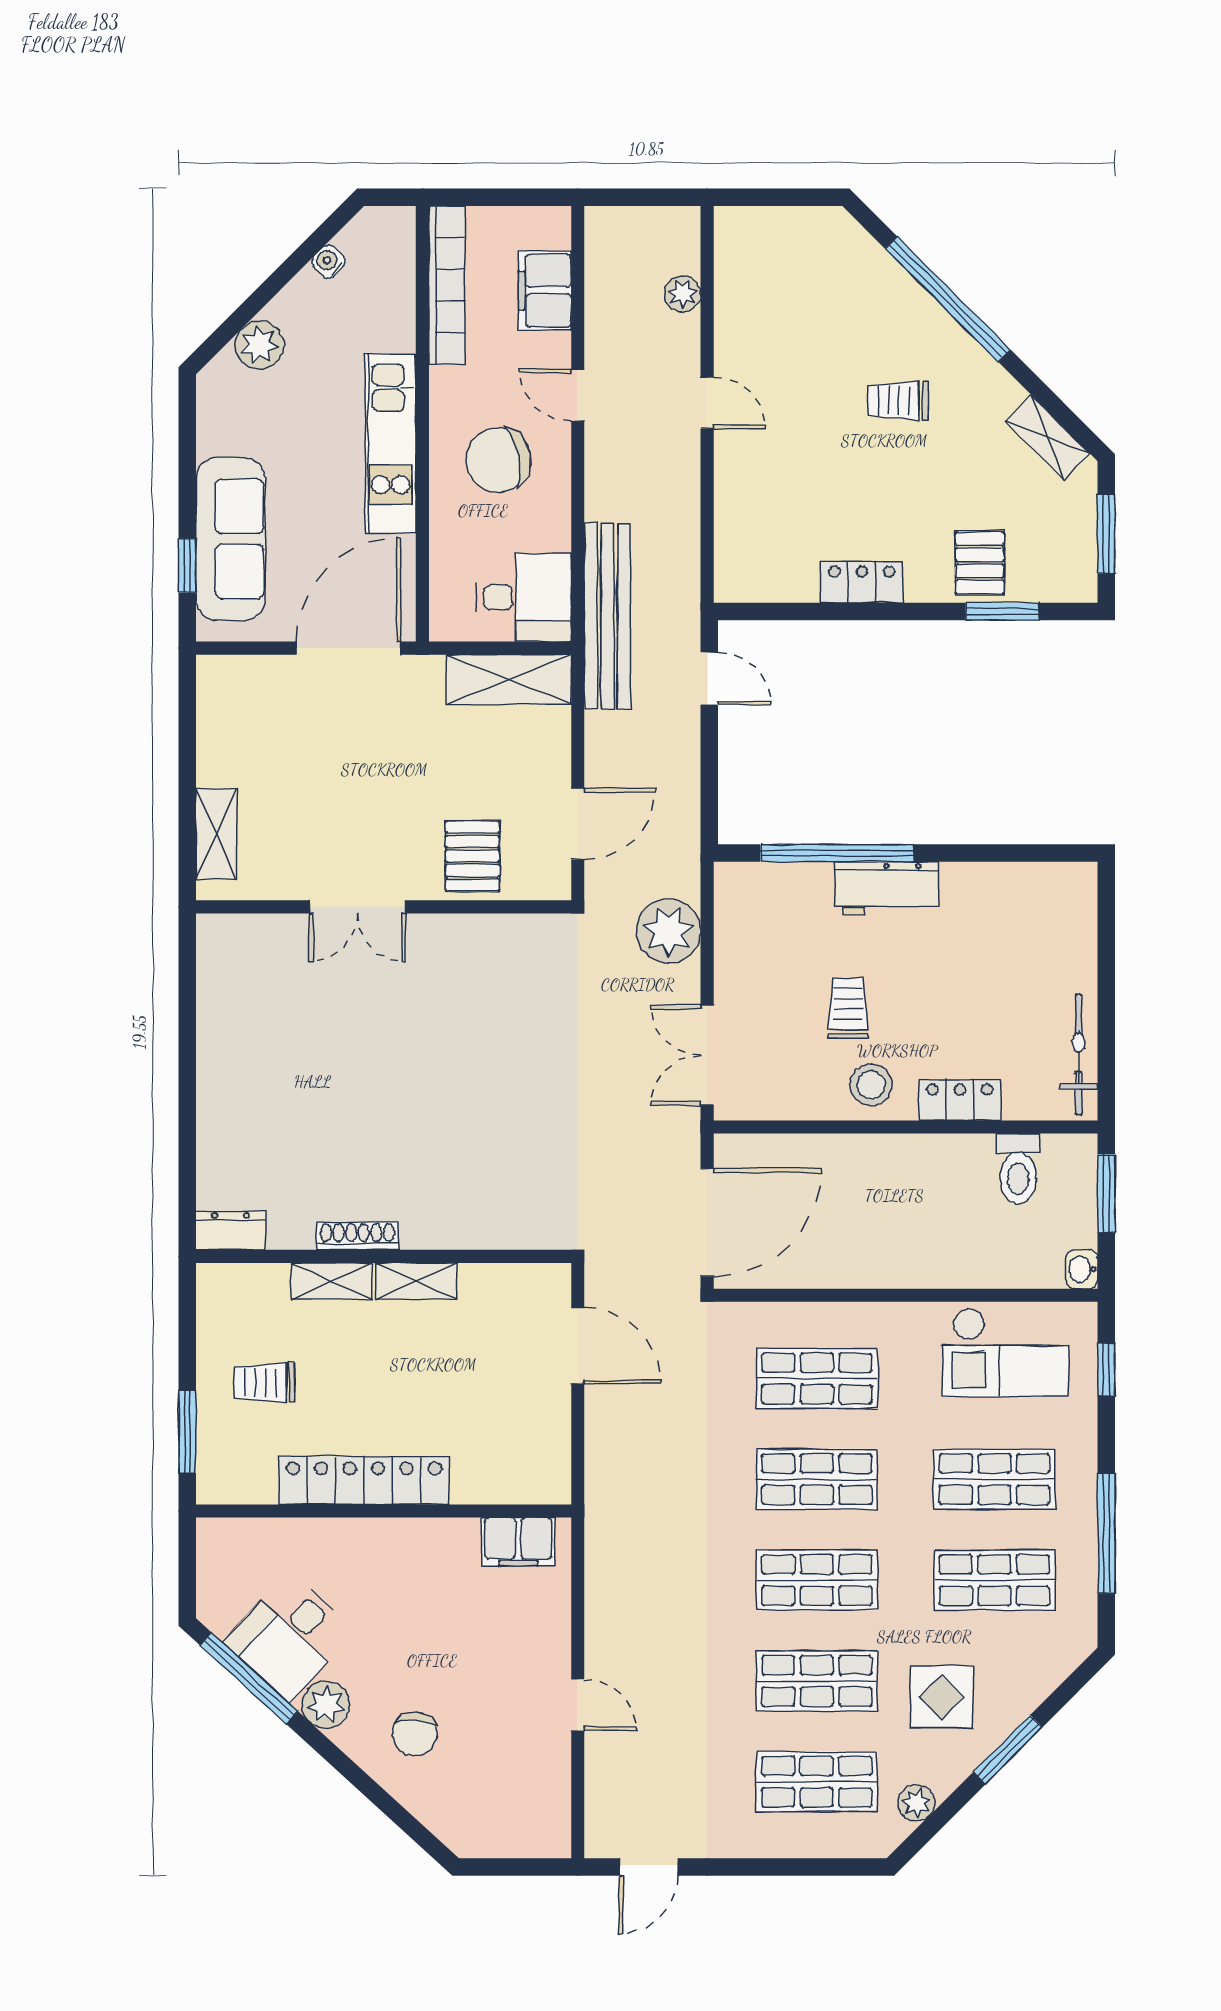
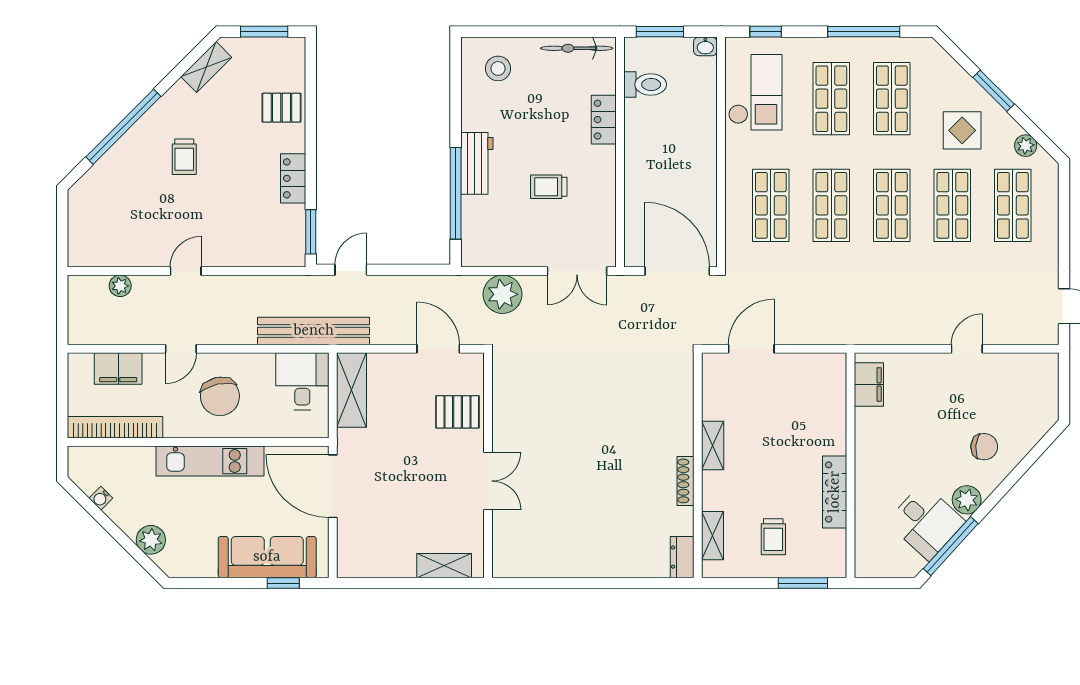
window: (1002, 611) -> (311, 232), moved
stool: (871, 1085) -> (498, 68), moved
shelving: (332, 1281) -> (713, 536), moved
locker: (364, 1480) -> (835, 492), width x0.71, depth x0.83

